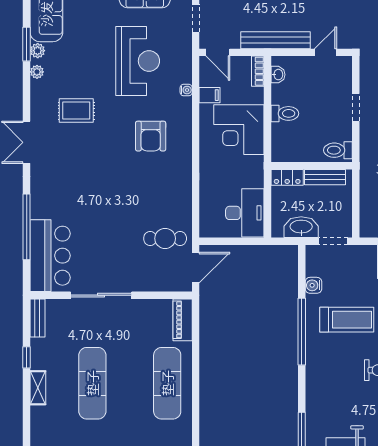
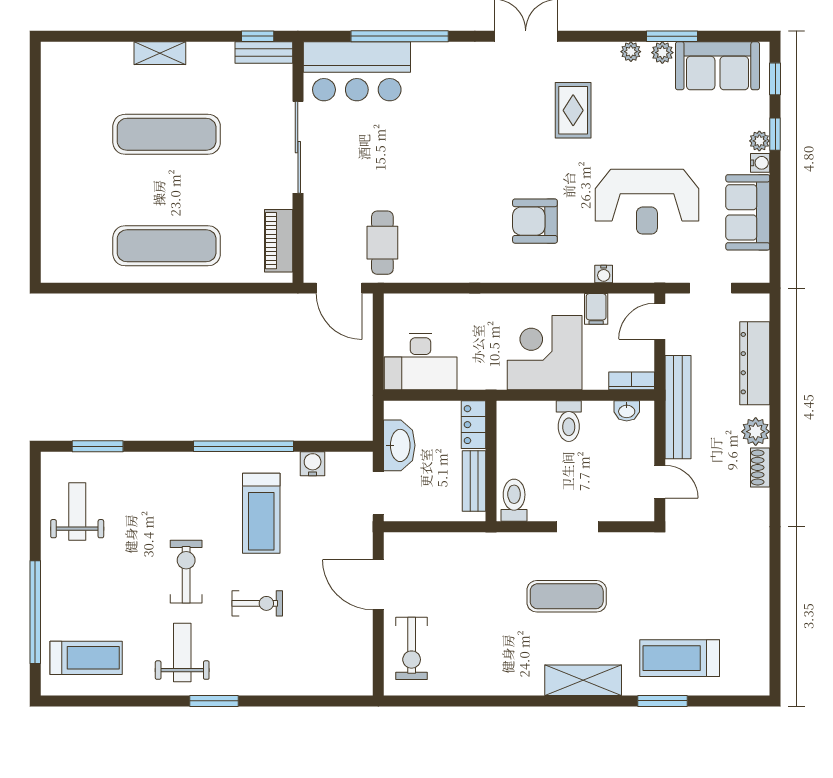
piano: (183, 320) -> (279, 241), moved, turned -90
window: (27, 357) -> (258, 36), moved

